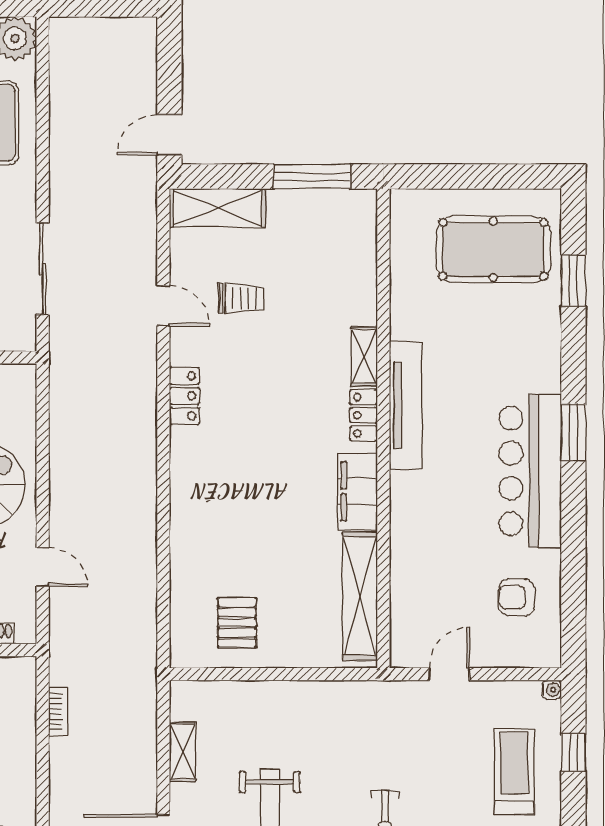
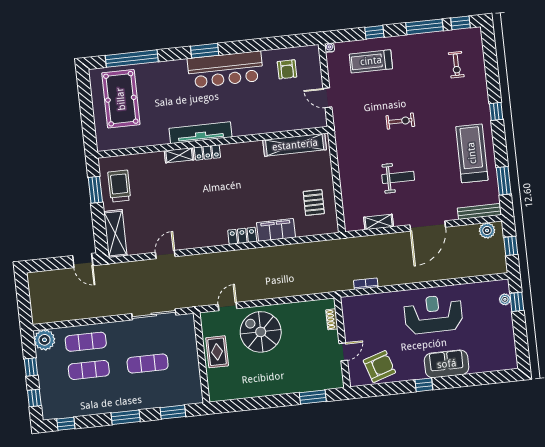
window: (312, 177) -> (95, 190), width x0.69
window: (573, 281) -> (132, 59), width x2.11
trolley: (241, 298) -> (119, 186), moved, width x1.36, depth x1.39
locker: (184, 396) -> (242, 236), moved
filing cabinet: (358, 491) -> (276, 230), moved, turned 180
door: (43, 567) -> (228, 306), moved
pallet: (237, 623) -> (314, 203), turned 90
window: (573, 753) -> (374, 32), moved

